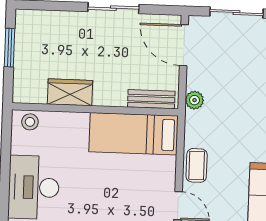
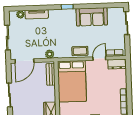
bed: (133, 134) -> (72, 81), width x1.50

